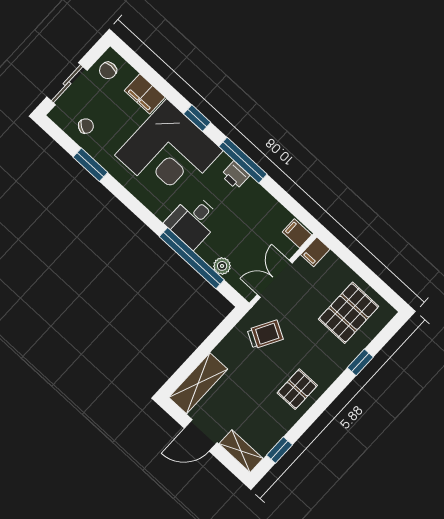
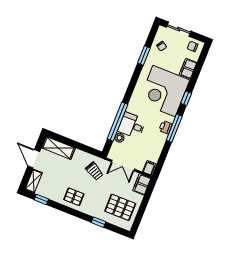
desk: (193, 221) -> (132, 125), moved
filing cabinet: (315, 252) -> (142, 184), width x2.00
double door: (275, 279) -> (123, 165), swing flipped

